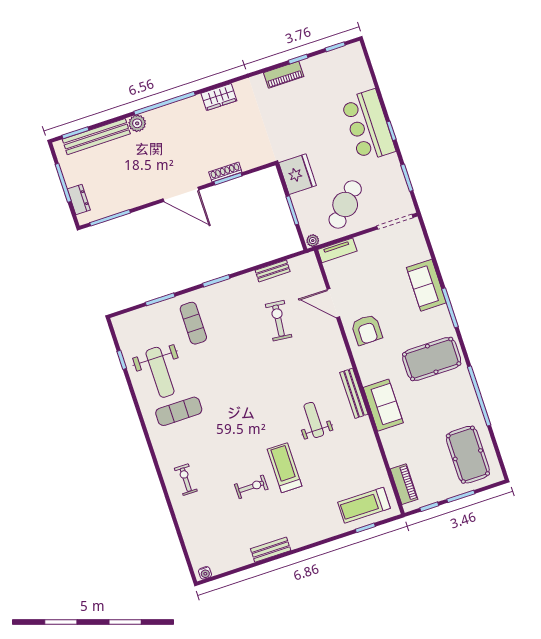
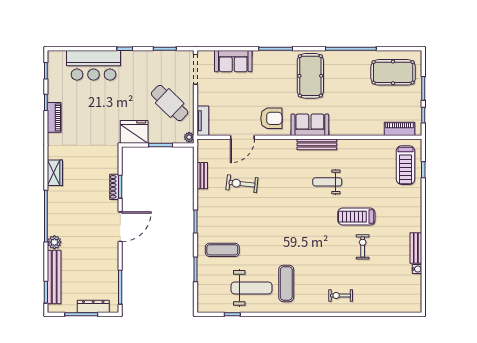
bar counter: (368, 125) -> (94, 65), moved
dresser: (79, 199) -> (93, 306), width x1.44
sofa: (426, 285) -> (233, 61), moved
sofa: (383, 405) -> (310, 125), moved
water cooler: (205, 573) -> (417, 269), moved

